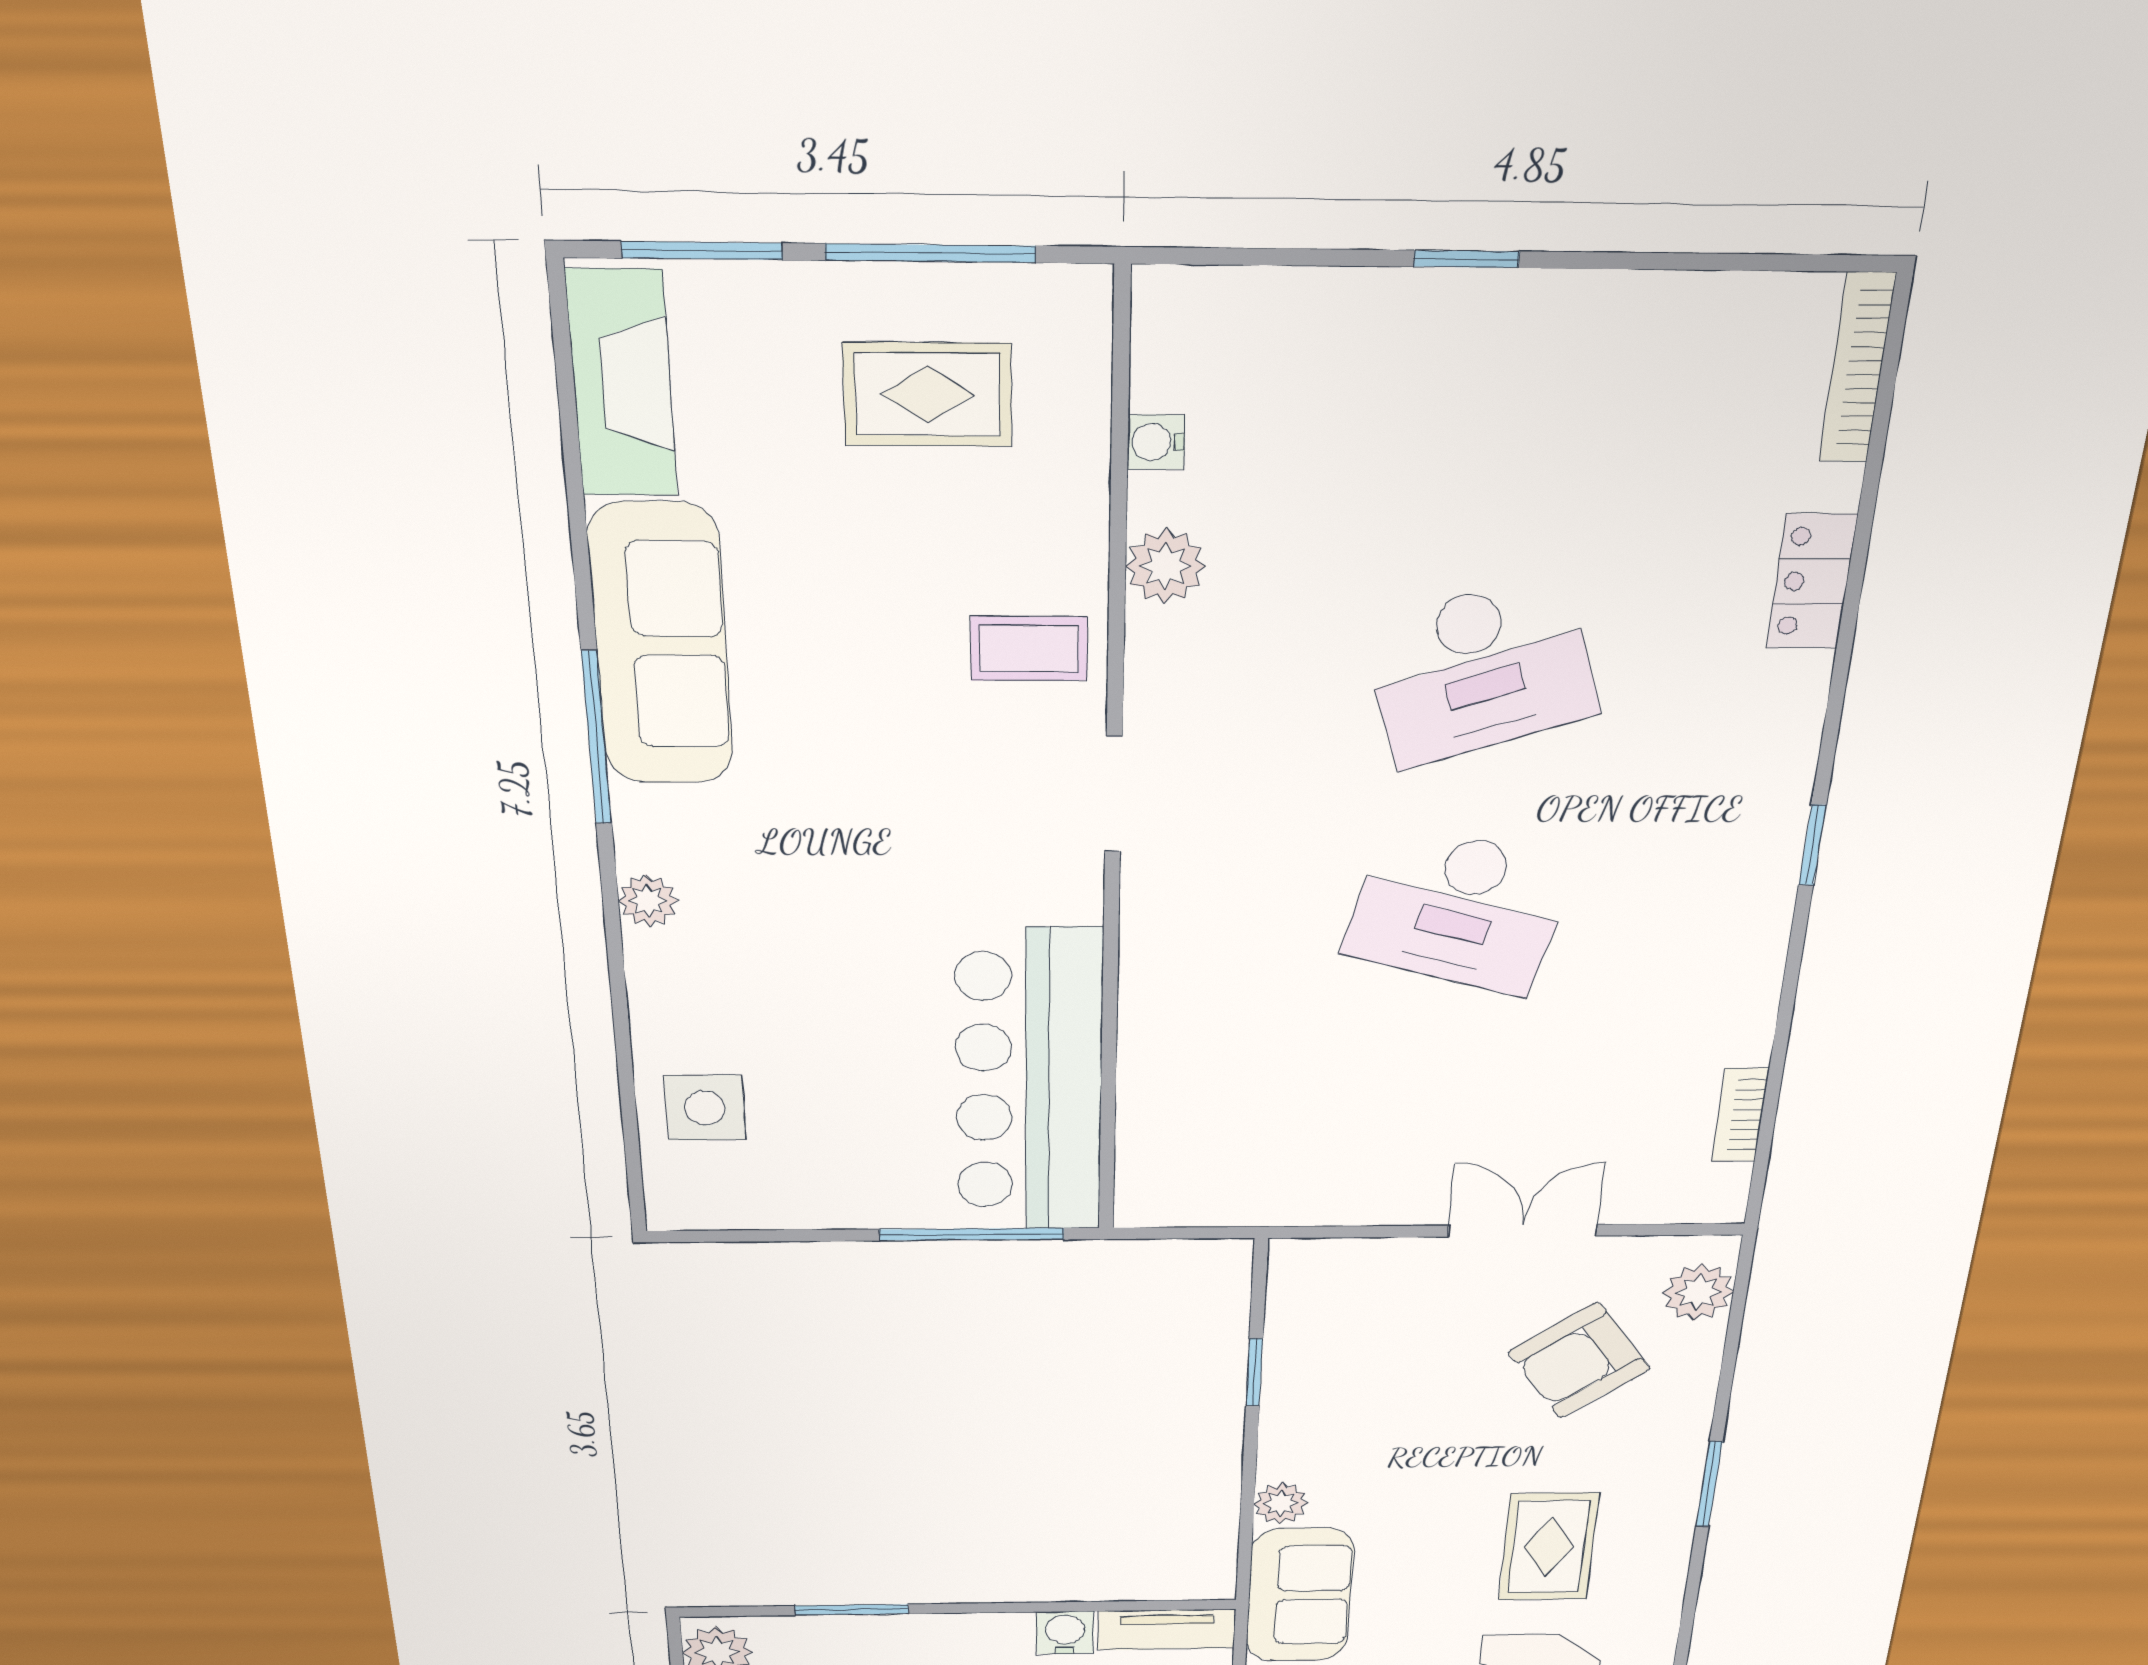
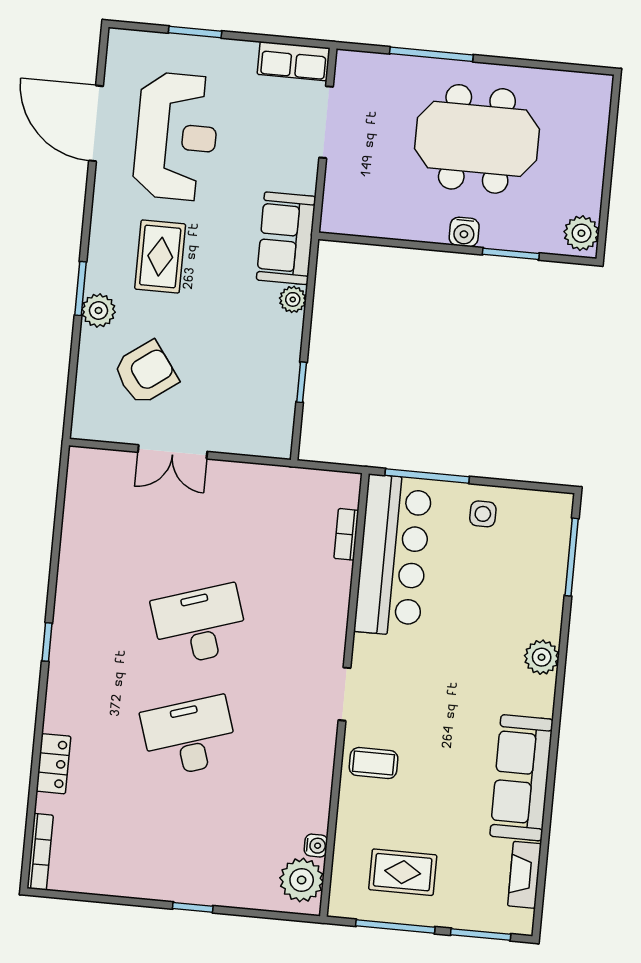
fireplace: (622, 384) -> (524, 875), width x0.73, depth x0.76
plant: (1165, 566) -> (302, 880), moved, width x1.36, depth x1.36
window: (596, 738) -> (572, 557), moved
plant: (648, 901) -> (542, 657), width x1.38, depth x1.38
desk: (1459, 910) -> (200, 625), turned -33
side table: (705, 1108) -> (483, 514), moved, width x0.73, depth x0.73
bookcase: (1740, 1115) -> (346, 534), moved, turned 180
plant: (1698, 1292) -> (99, 311), moved
tv unit: (1167, 1630) -> (355, 223), removed
water cooler: (1065, 1633) -> (464, 232), moved

